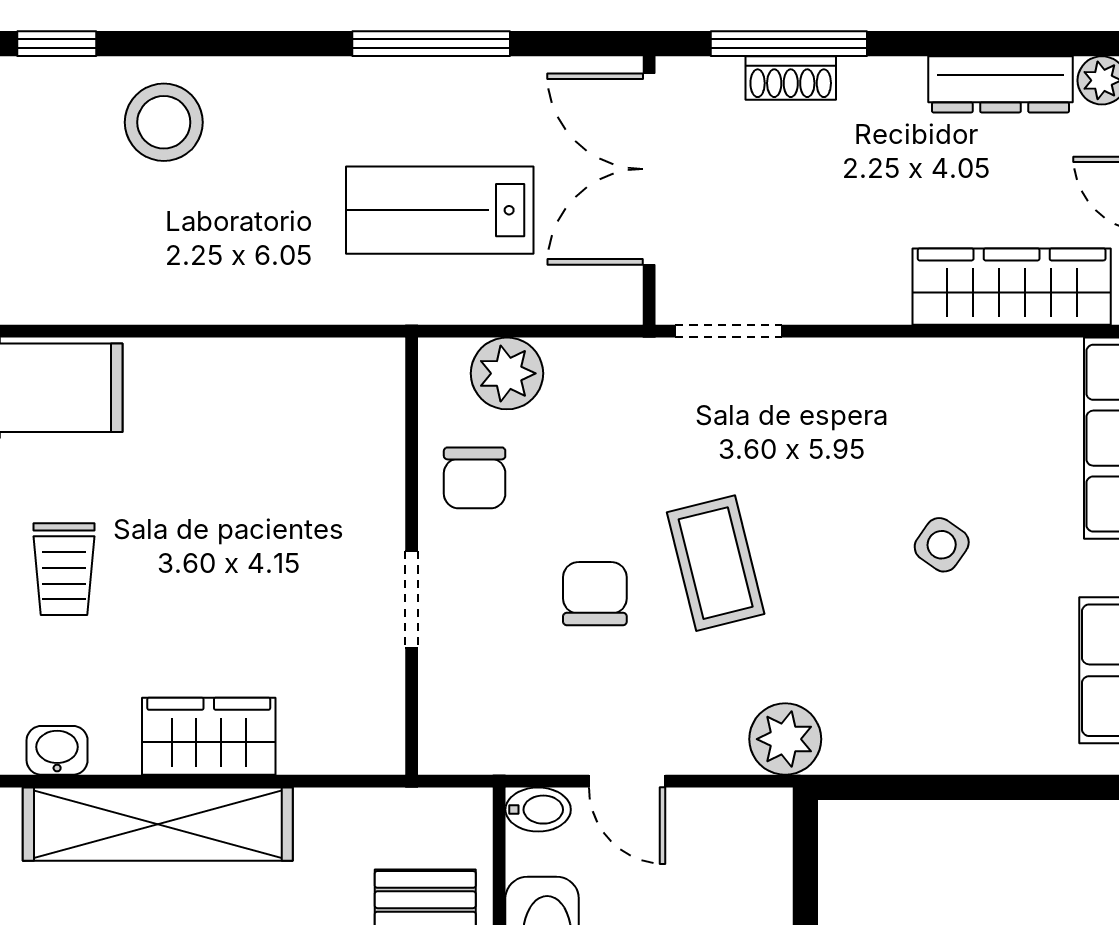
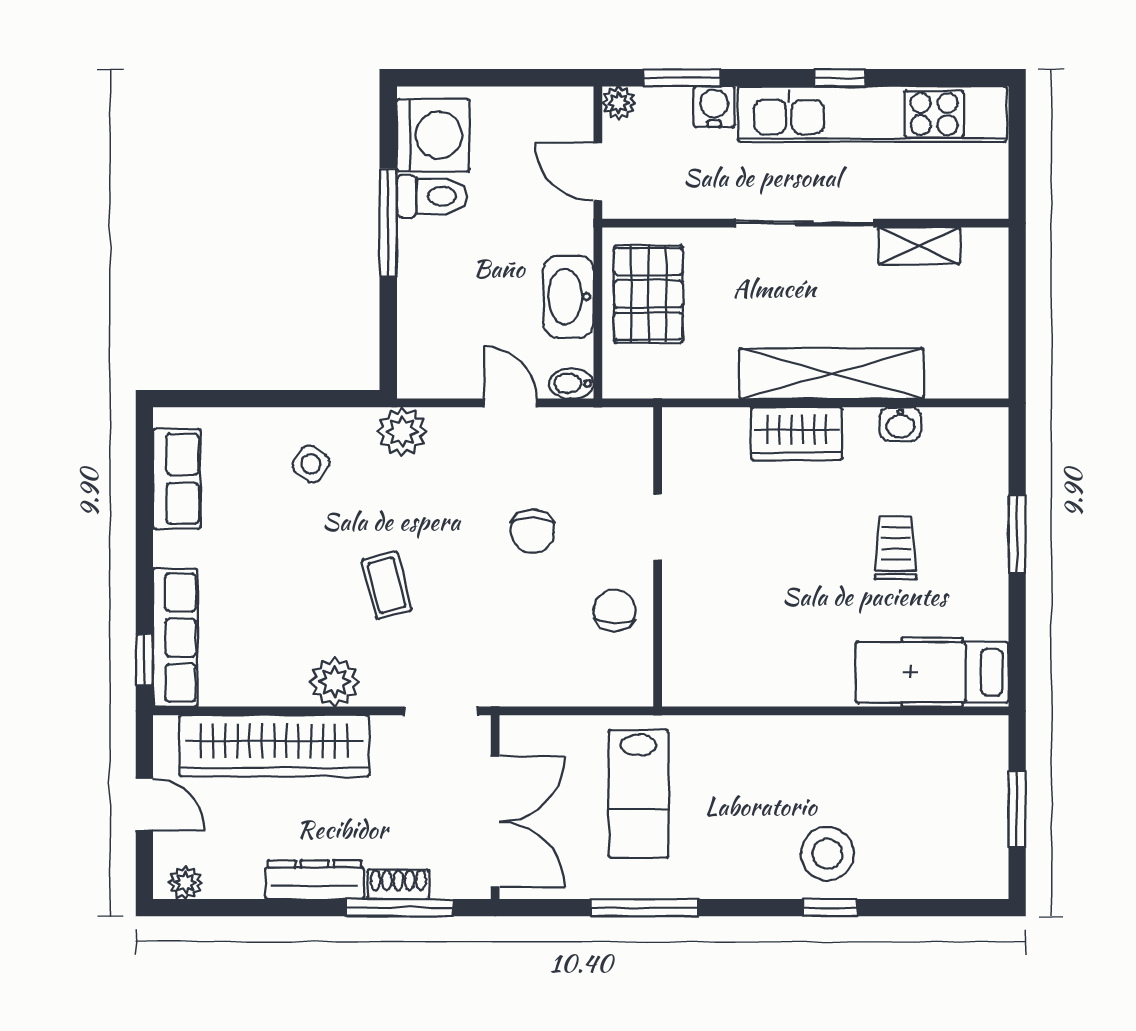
window: (57, 44) -> (830, 908), moved
dresser: (1000, 84) -> (315, 880), moved
lab bench: (440, 210) -> (638, 794), turned 90
wardrobe: (1012, 287) -> (274, 746), width x1.40, depth x1.17
plant: (507, 373) -> (334, 682), moved
side table: (942, 545) -> (311, 464), moved
coffee table: (716, 563) -> (387, 585), moved, width x0.73, depth x0.77

